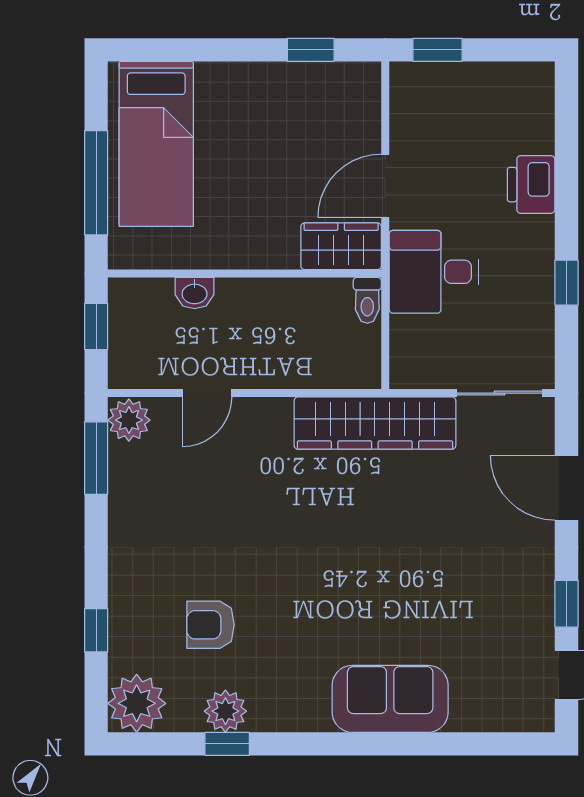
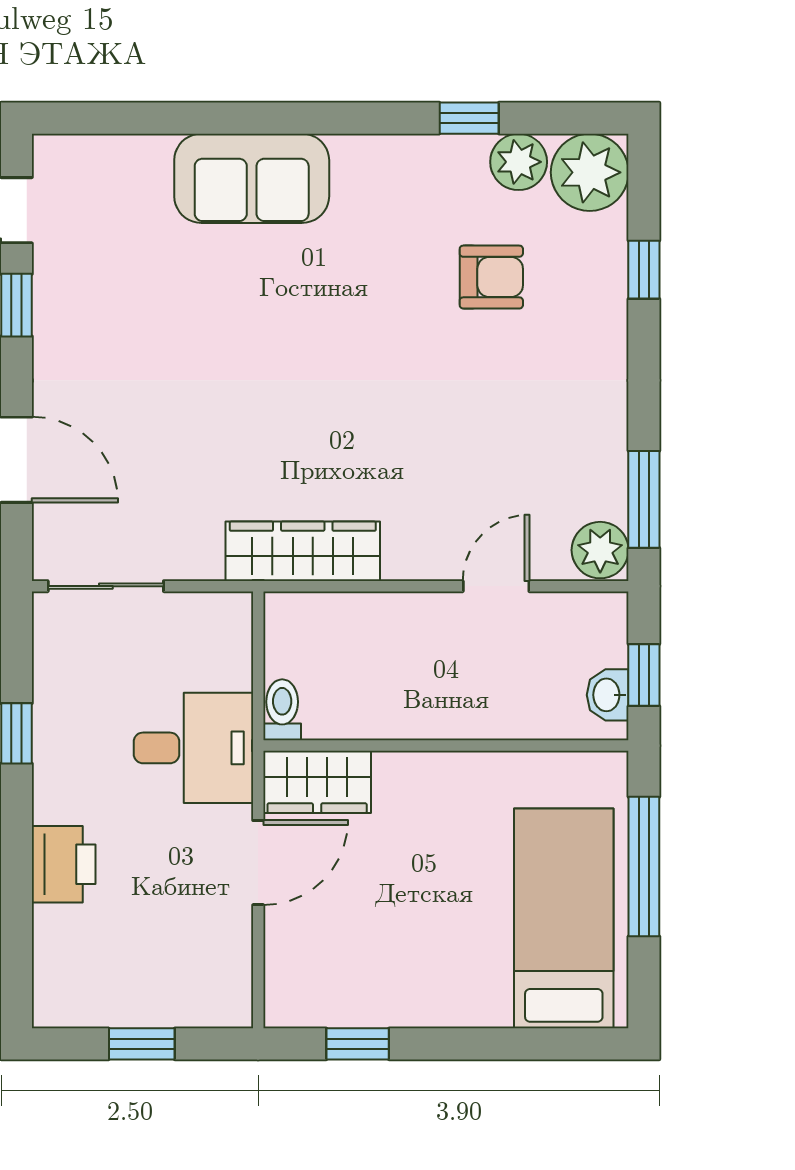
window: (437, 50) -> (142, 1044), moved
washbasin: (195, 293) -> (608, 695), moved, turned -90
wardrobe: (375, 423) -> (303, 551), width x0.71, depth x0.85
plant: (225, 711) -> (519, 162), moved

